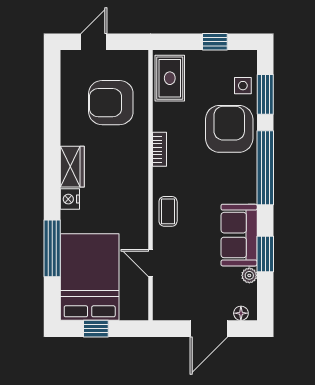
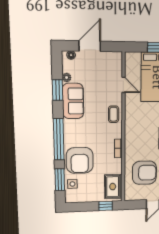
window: (215, 42) -> (106, 206), moved

